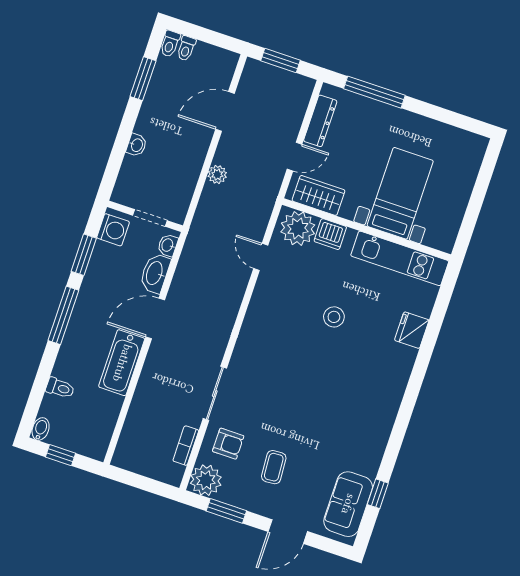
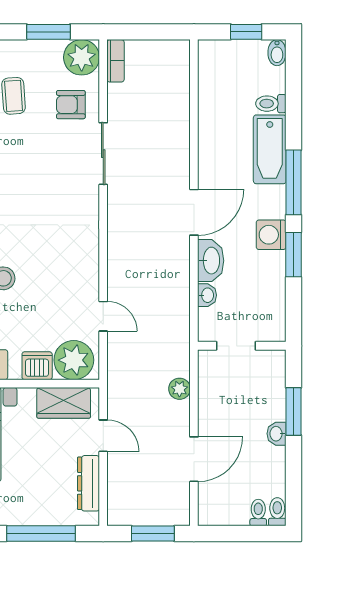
window: (143, 79) -> (294, 411), moved
washbasin: (137, 145) -> (277, 434), moved
door: (295, 157) -> (103, 436), swing flipped
wall: (145, 216) -> (242, 346), moved
doorway: (150, 218) -> (236, 346), moved
washing machine: (113, 230) -> (271, 235), moved
bathtub: (122, 363) -> (270, 149), moved, turned 180
bookcase: (186, 446) -> (116, 61), moved

